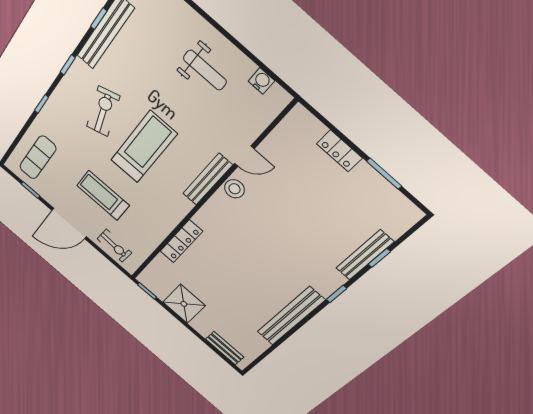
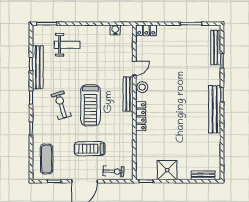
weight bench: (205, 70) -> (67, 45), moved
treadmill: (144, 147) -> (90, 105), turned 180
locker: (339, 151) -> (146, 30), moved
locker: (181, 241) -> (141, 116), moved
bench: (365, 255) -> (216, 48), moved
bench: (291, 316) -> (215, 109), moved

